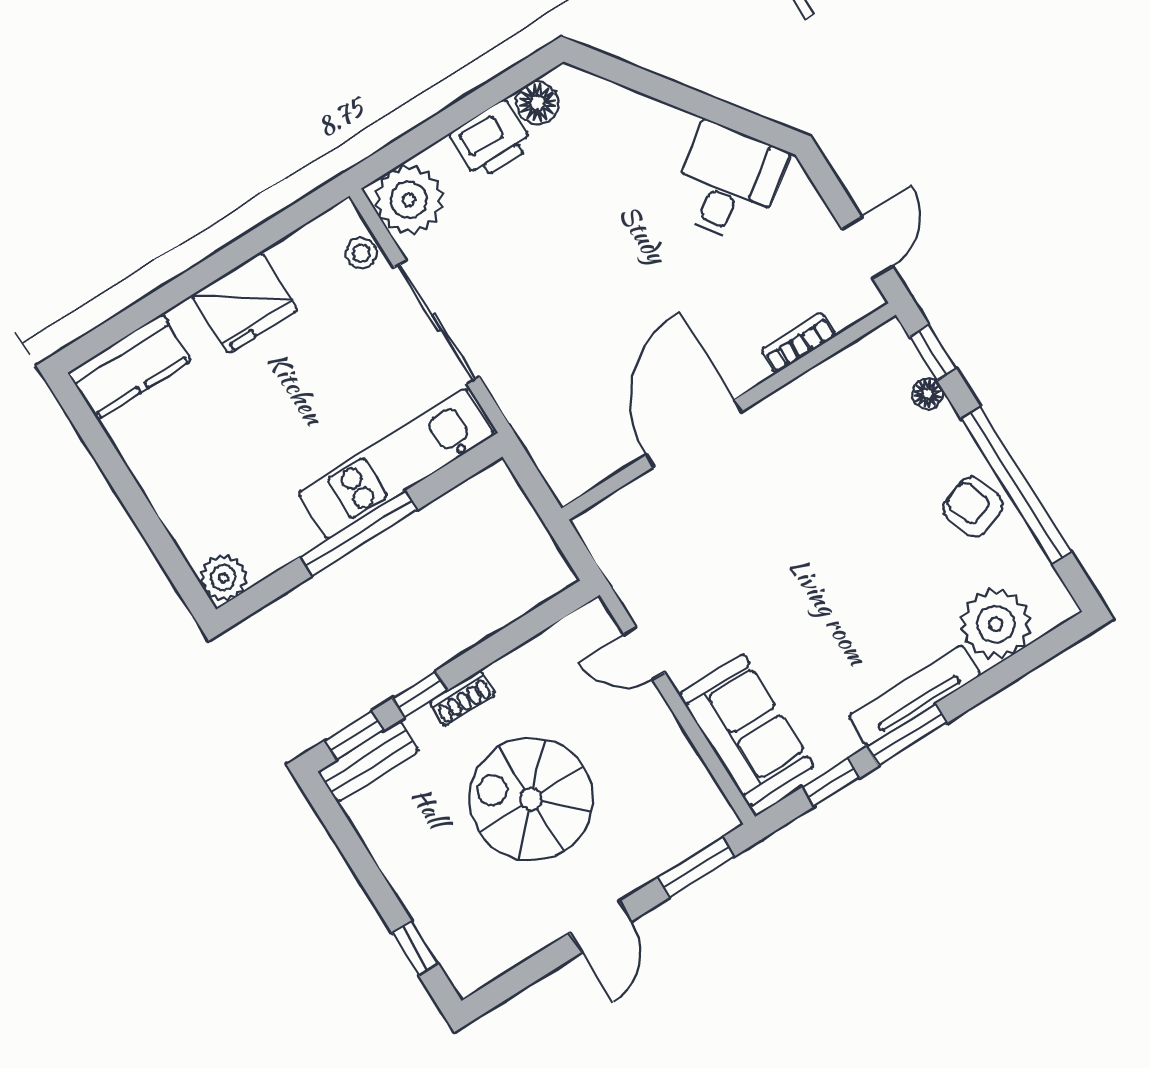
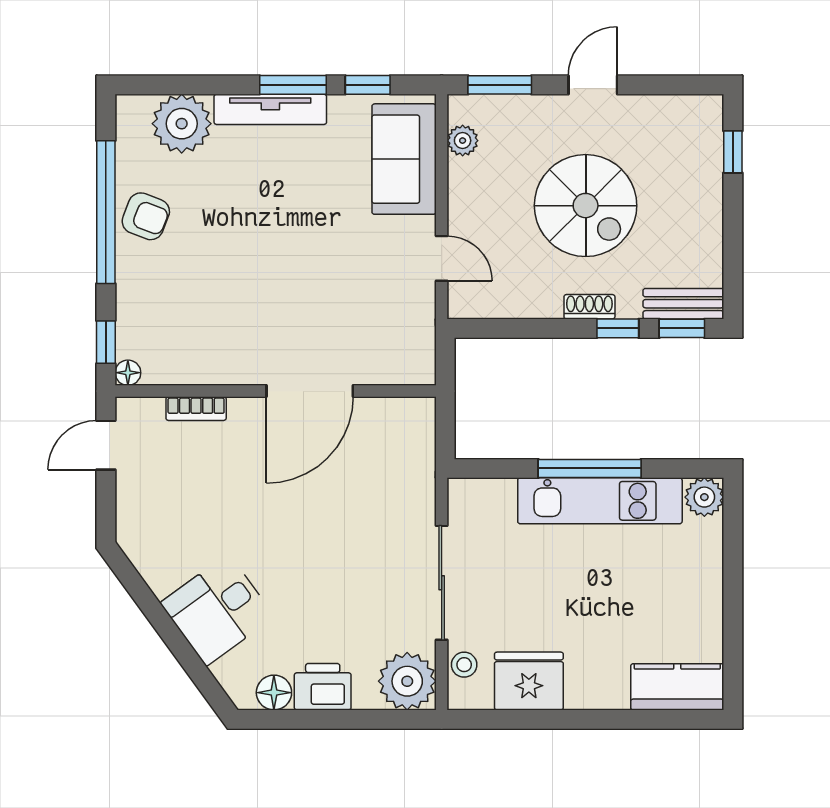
desk: (728, 183) -> (217, 610), moved
fridge: (245, 303) -> (529, 681), moved
floor lamp: (927, 394) -> (128, 373), moved
kitchen unit: (396, 464) -> (600, 501), moved
armchair: (973, 507) -> (146, 216), turned -50
plant: (698, 787) -> (463, 141), added

